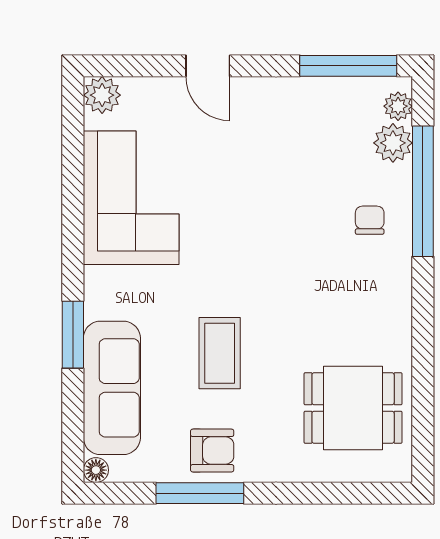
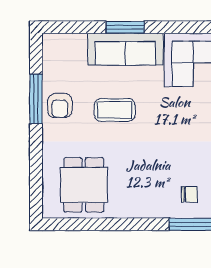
sofa: (112, 388) -> (125, 49), moved
floor lamp: (96, 470) -> (49, 40), removed

